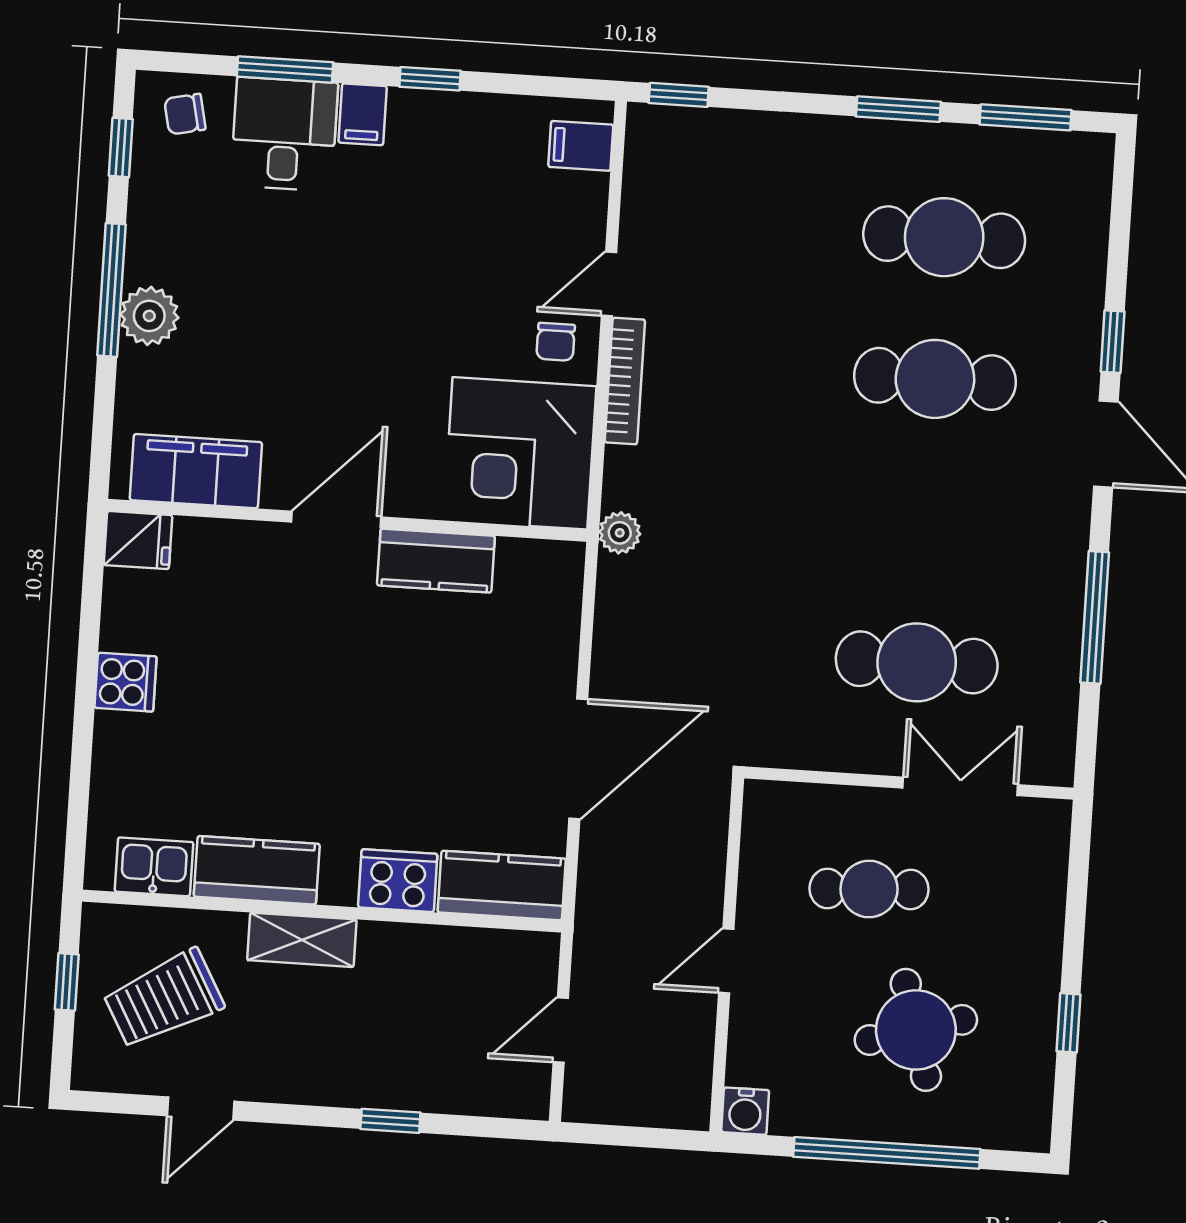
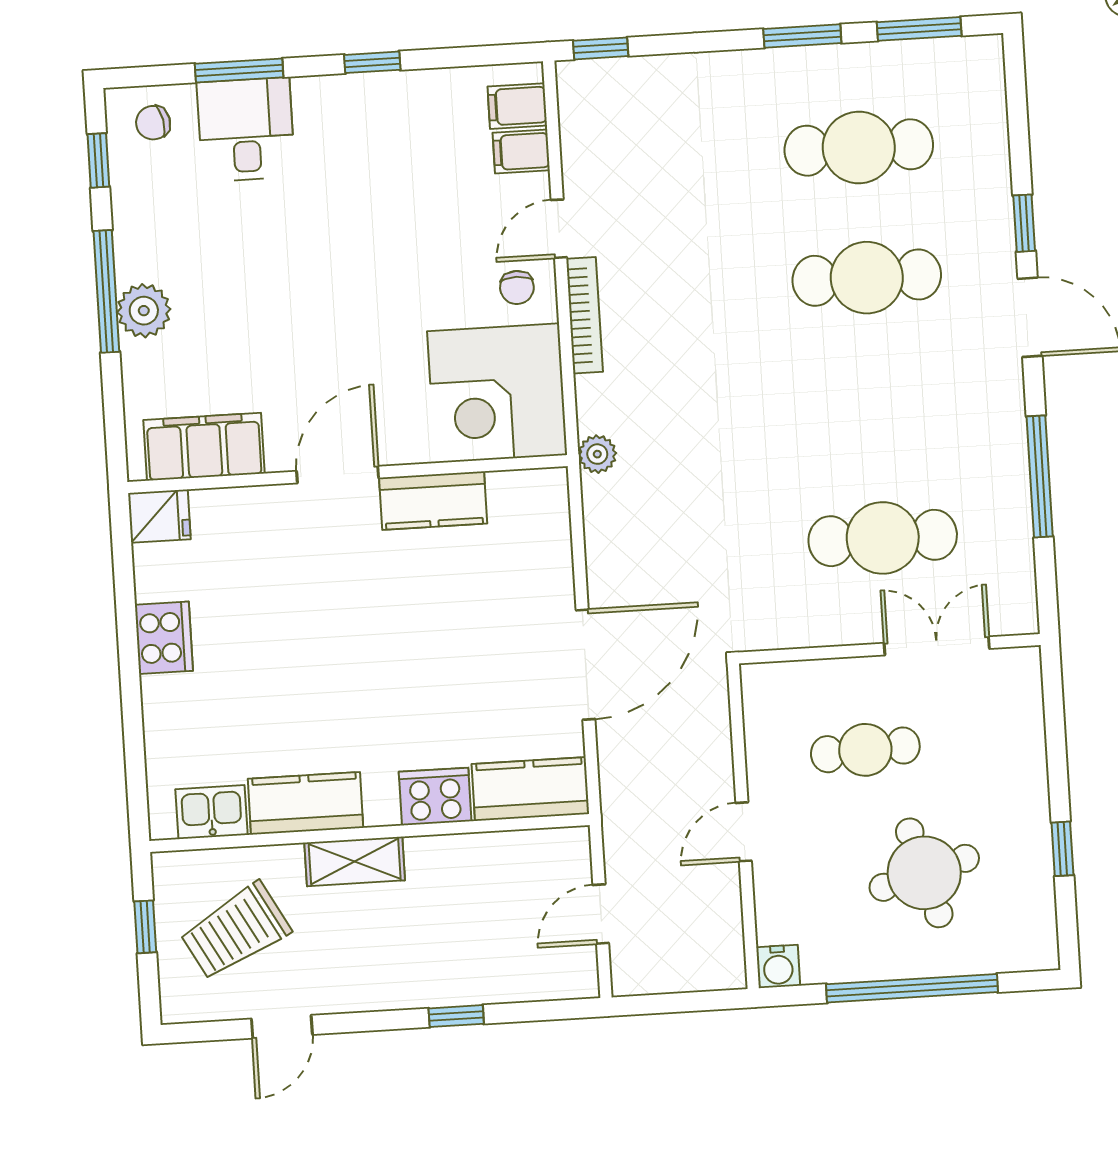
filing cabinet: (363, 114) -> (521, 152), moved, turned 90
cooker: (126, 682) -> (164, 638), width x1.36

